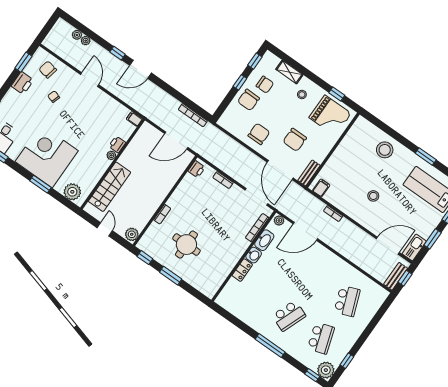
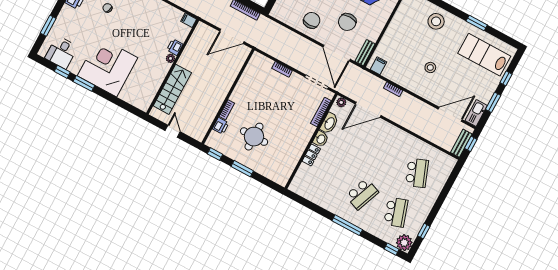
printer: (197, 169) -> (221, 126), moved
window: (40, 184) -> (84, 83), moved
plant: (72, 192) -> (137, 98), removed
plant: (132, 234) -> (200, 133), removed

